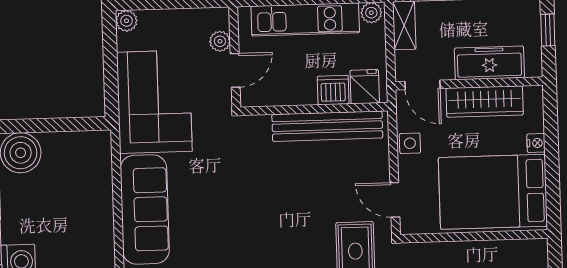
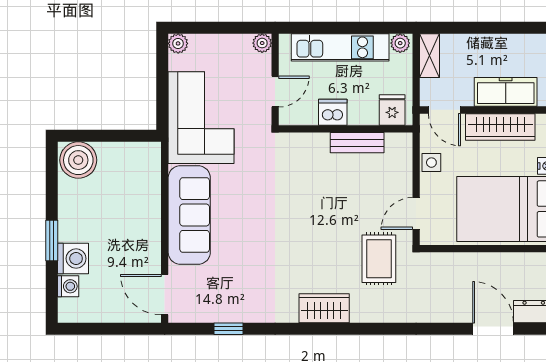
plant: (220, 41) -> (262, 43), moved
dishwasher: (333, 90) -> (333, 112), moved
bench: (327, 126) -> (357, 143), width x0.54, depth x0.82
door: (395, 200) -> (416, 213), hinge flipped

